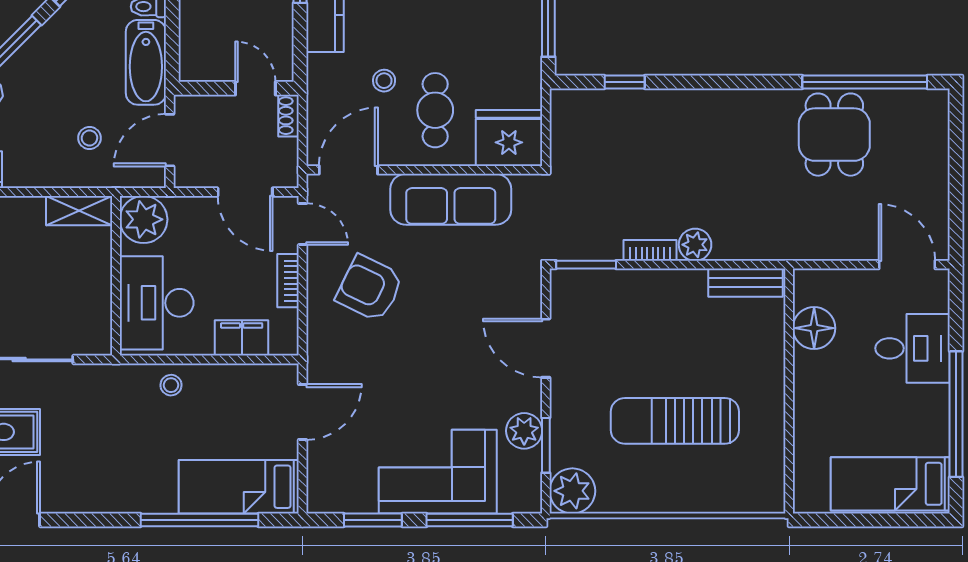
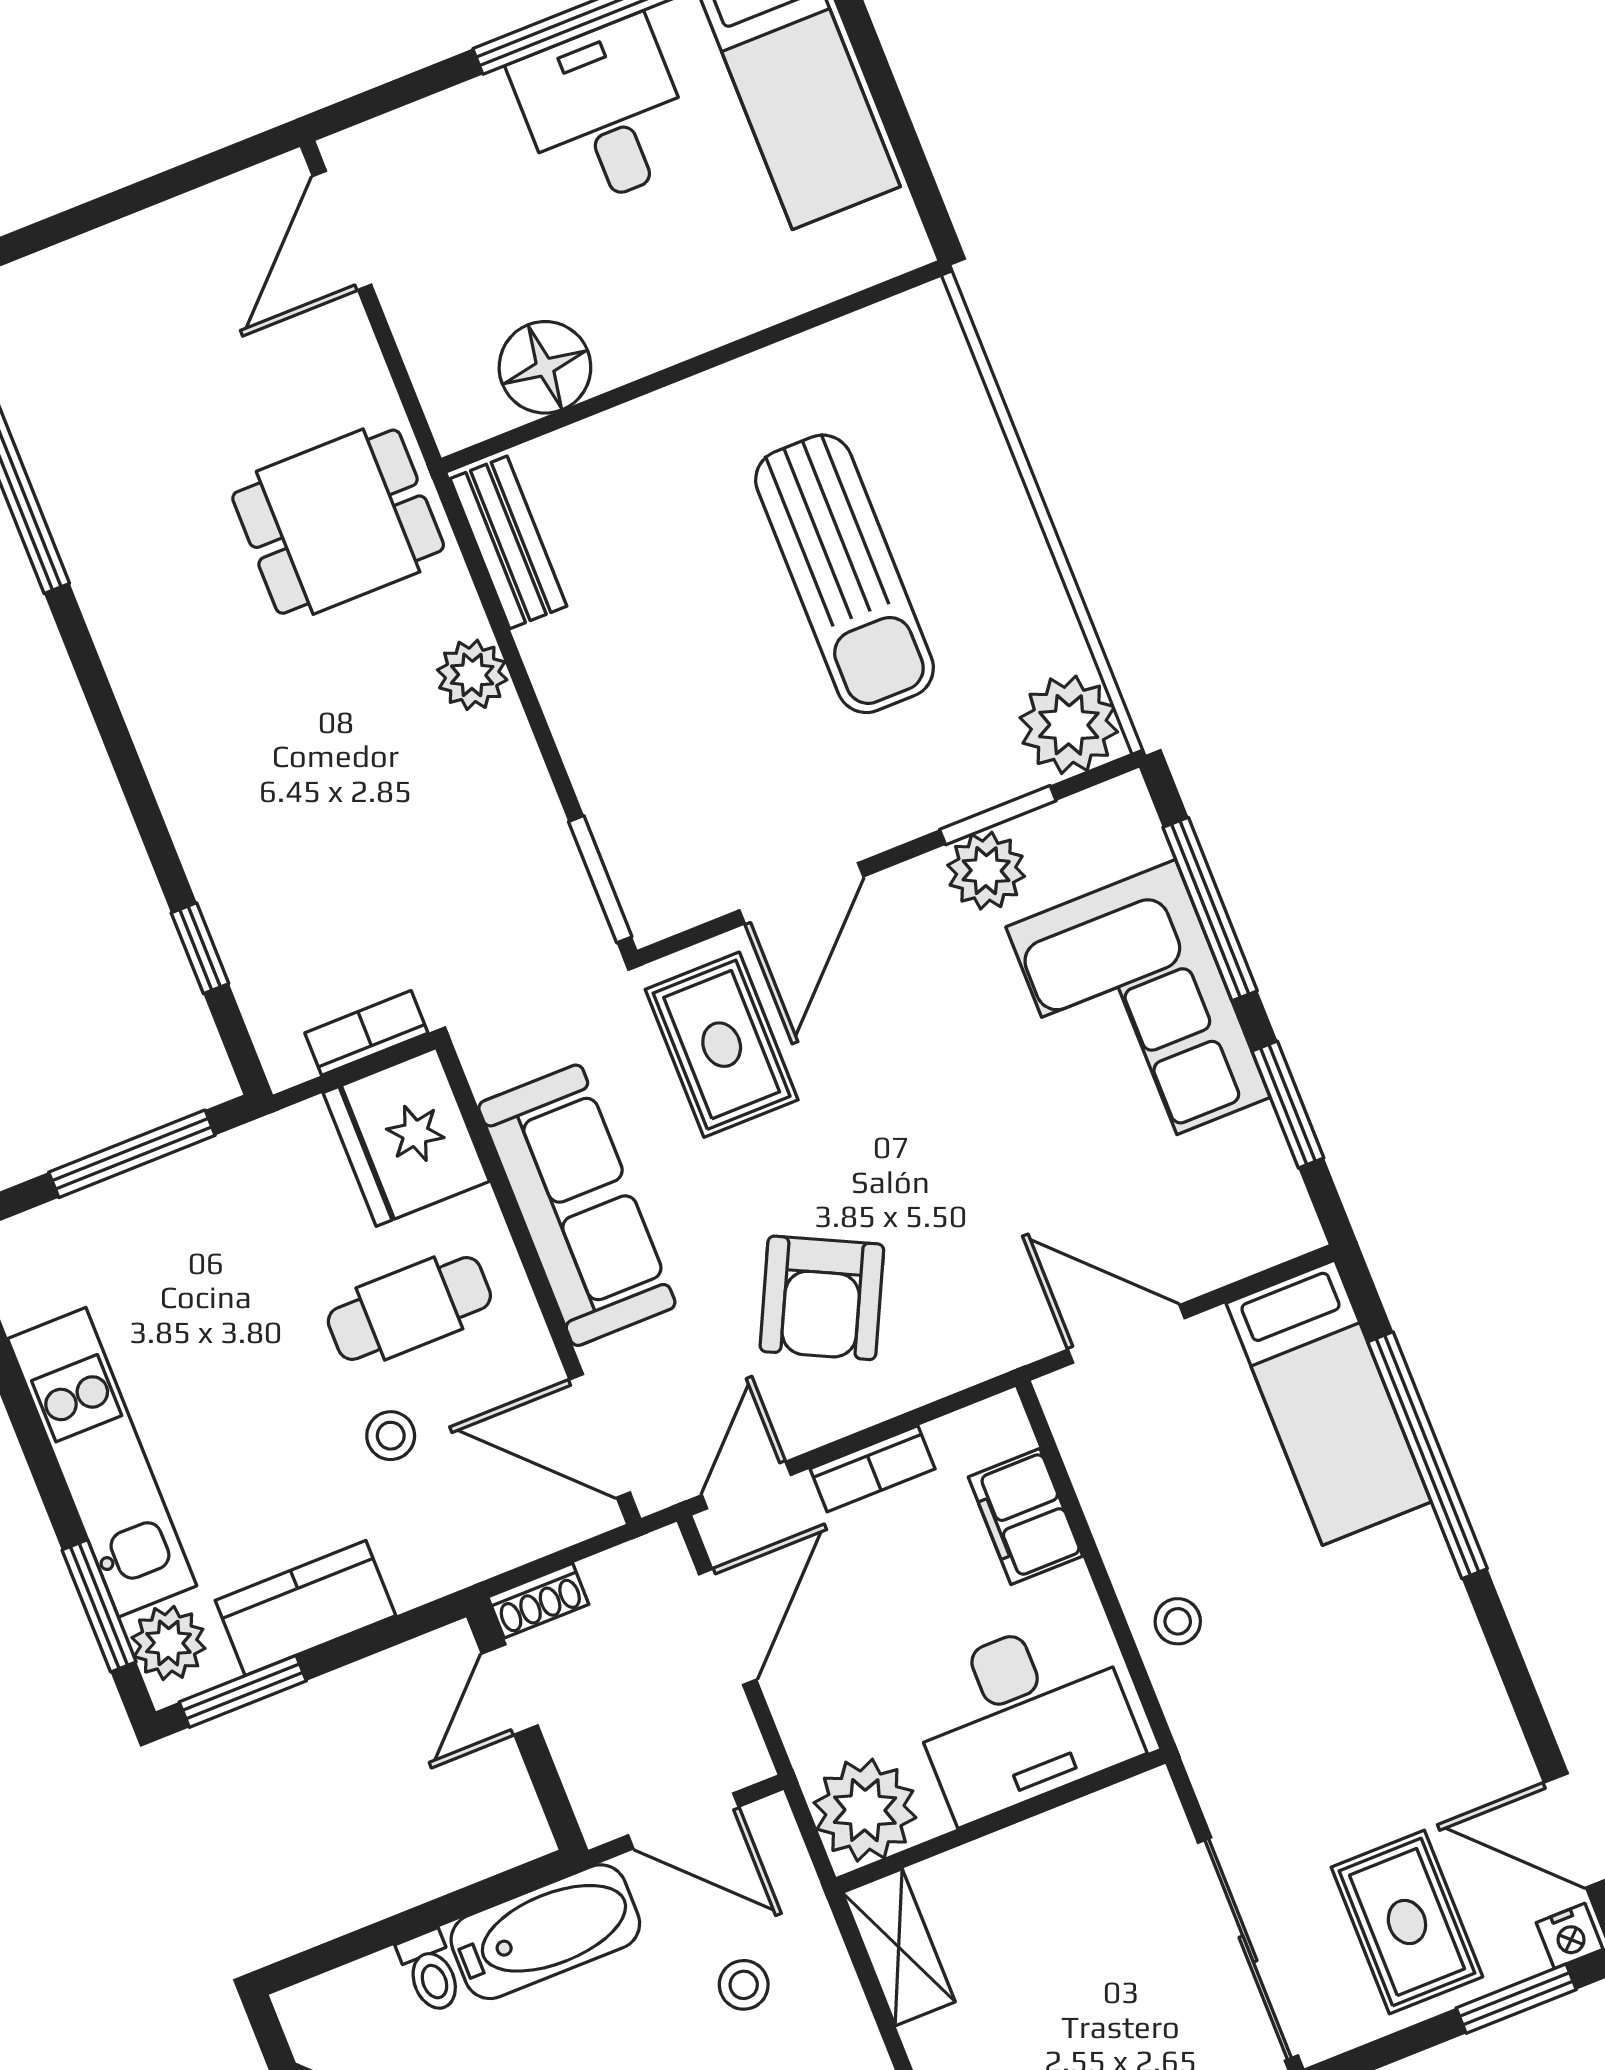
dining table: (834, 135) -> (338, 522), moved
bookcase: (650, 250) -> (366, 1033), moved, turned 90
rug: (495, 288) -> (722, 1045), added
desk: (913, 348) -> (604, 113), moved

